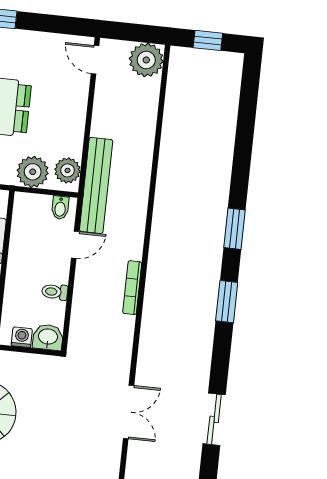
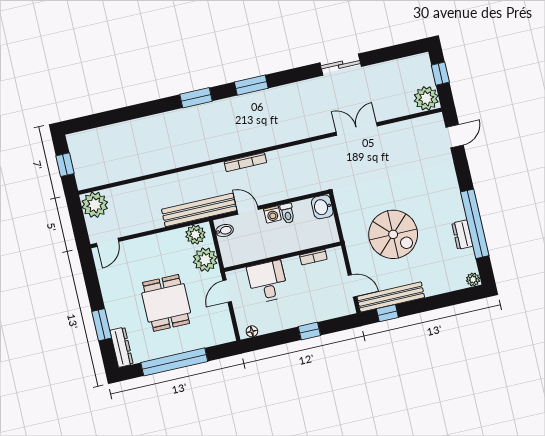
bookcase: (132, 288) -> (245, 162), moved
washing machine: (22, 337) -> (272, 214), moved, turned -90

